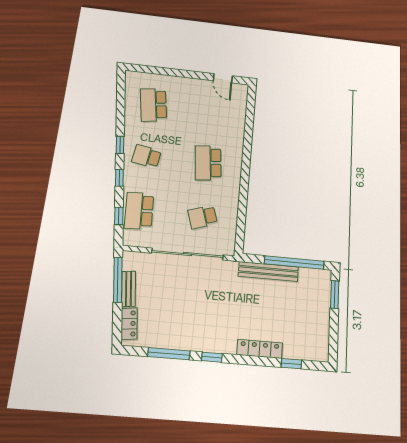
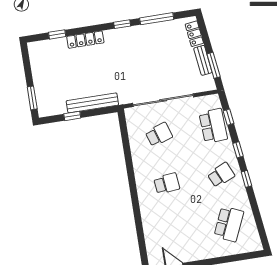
school desk: (153, 105) -> (229, 224), turned 33
school desk: (146, 156) -> (221, 175), turned -33
school desk: (208, 163) -> (167, 184), width x0.54
window: (294, 263) -> (72, 116), width x0.32
window: (118, 280) -> (214, 65), width x0.69

